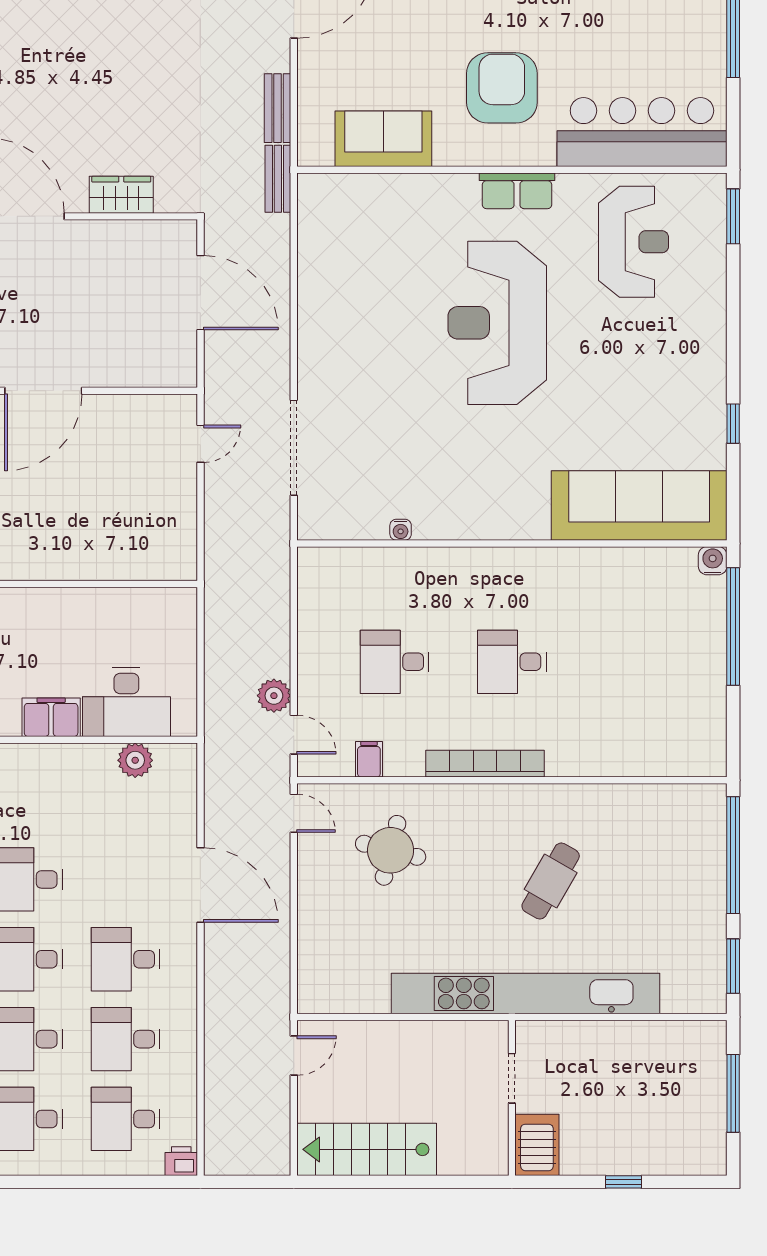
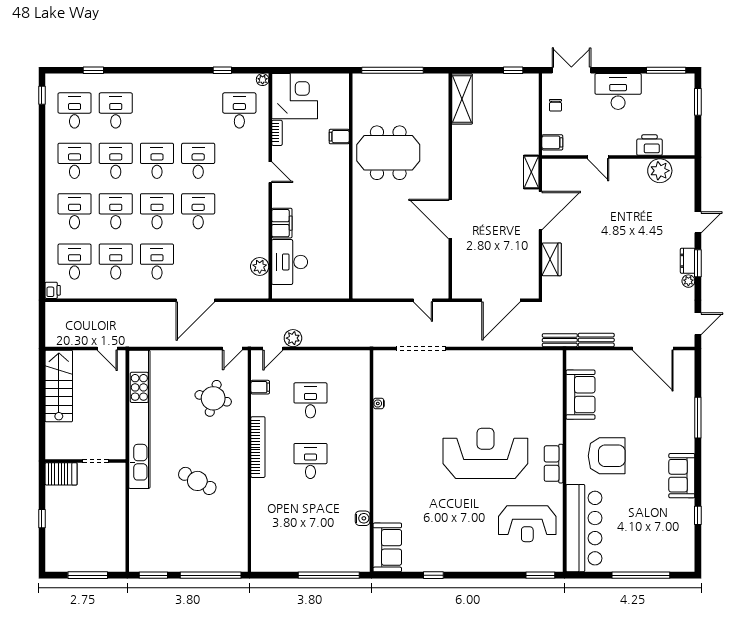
sofa: (639, 505) -> (387, 547), width x0.54, depth x0.79
water cooler: (713, 561) -> (363, 518), moved
kitchen unit: (526, 993) -> (139, 419), moved

